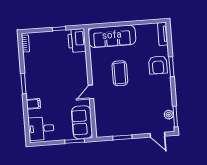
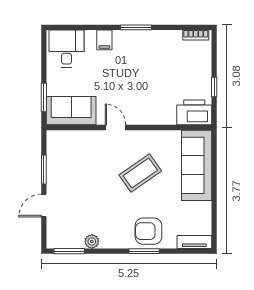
coffee table: (120, 73) -> (140, 173), turned -35
plant: (169, 115) -> (92, 241), moved
door: (158, 135) -> (44, 206), moved

